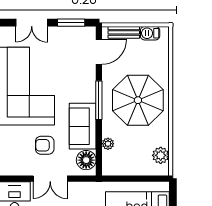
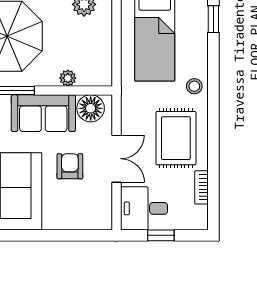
armchair: (45, 145) -> (70, 166), turned 180

